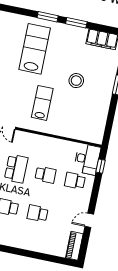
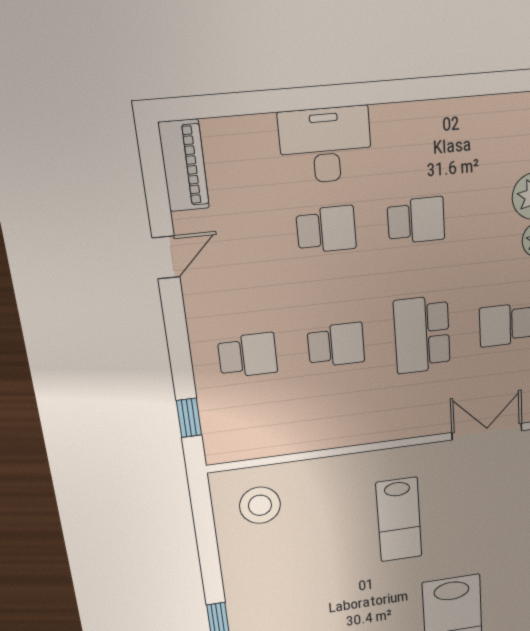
stool: (76, 81) -> (260, 505), moved
desk: (87, 159) -> (326, 145), moved, turned 90
school desk: (46, 175) -> (336, 345), turned 180

